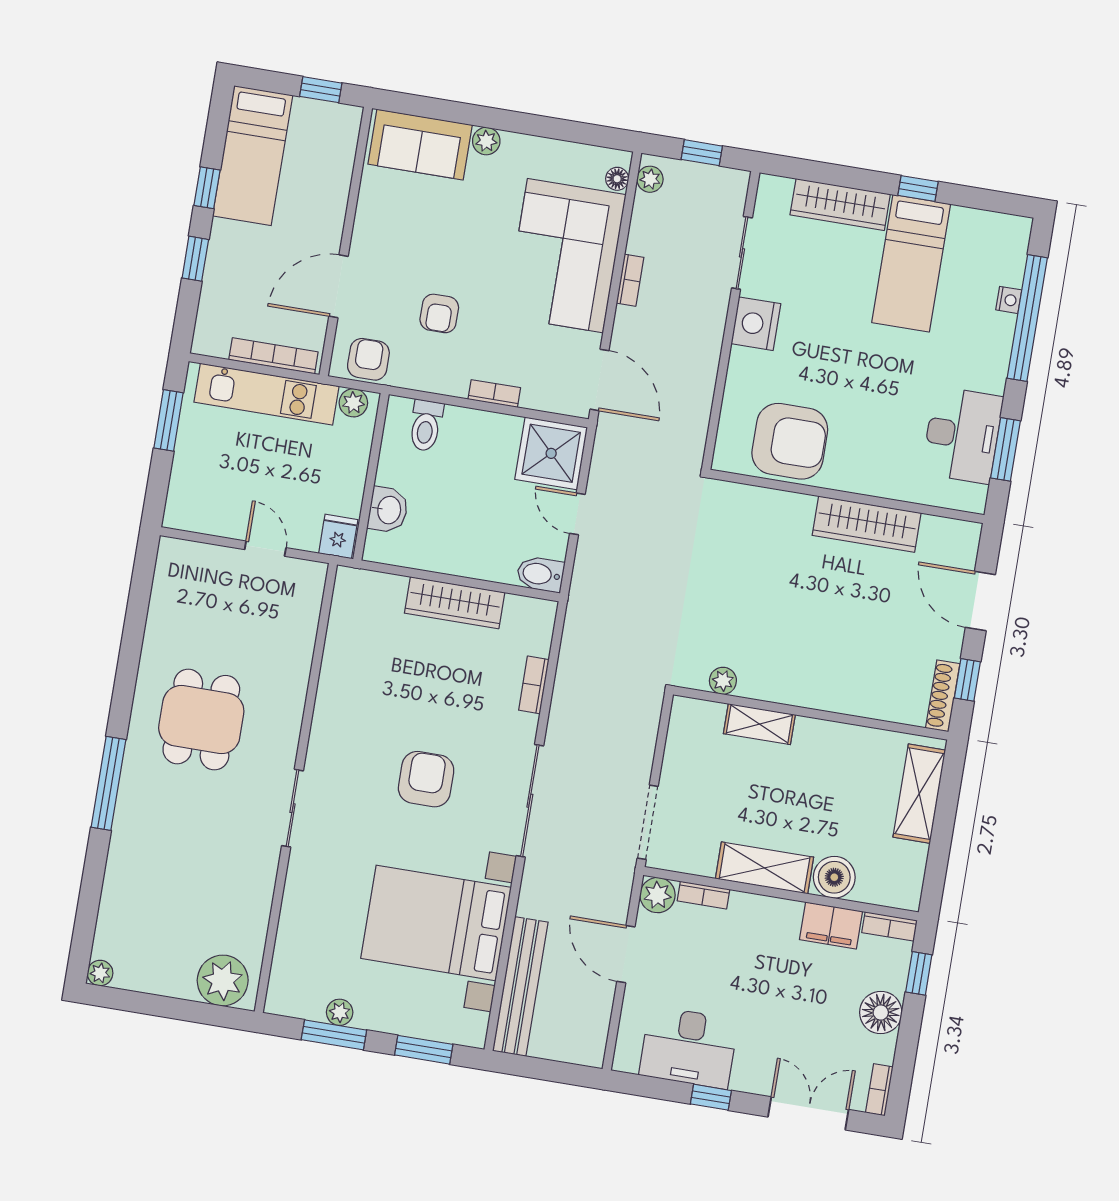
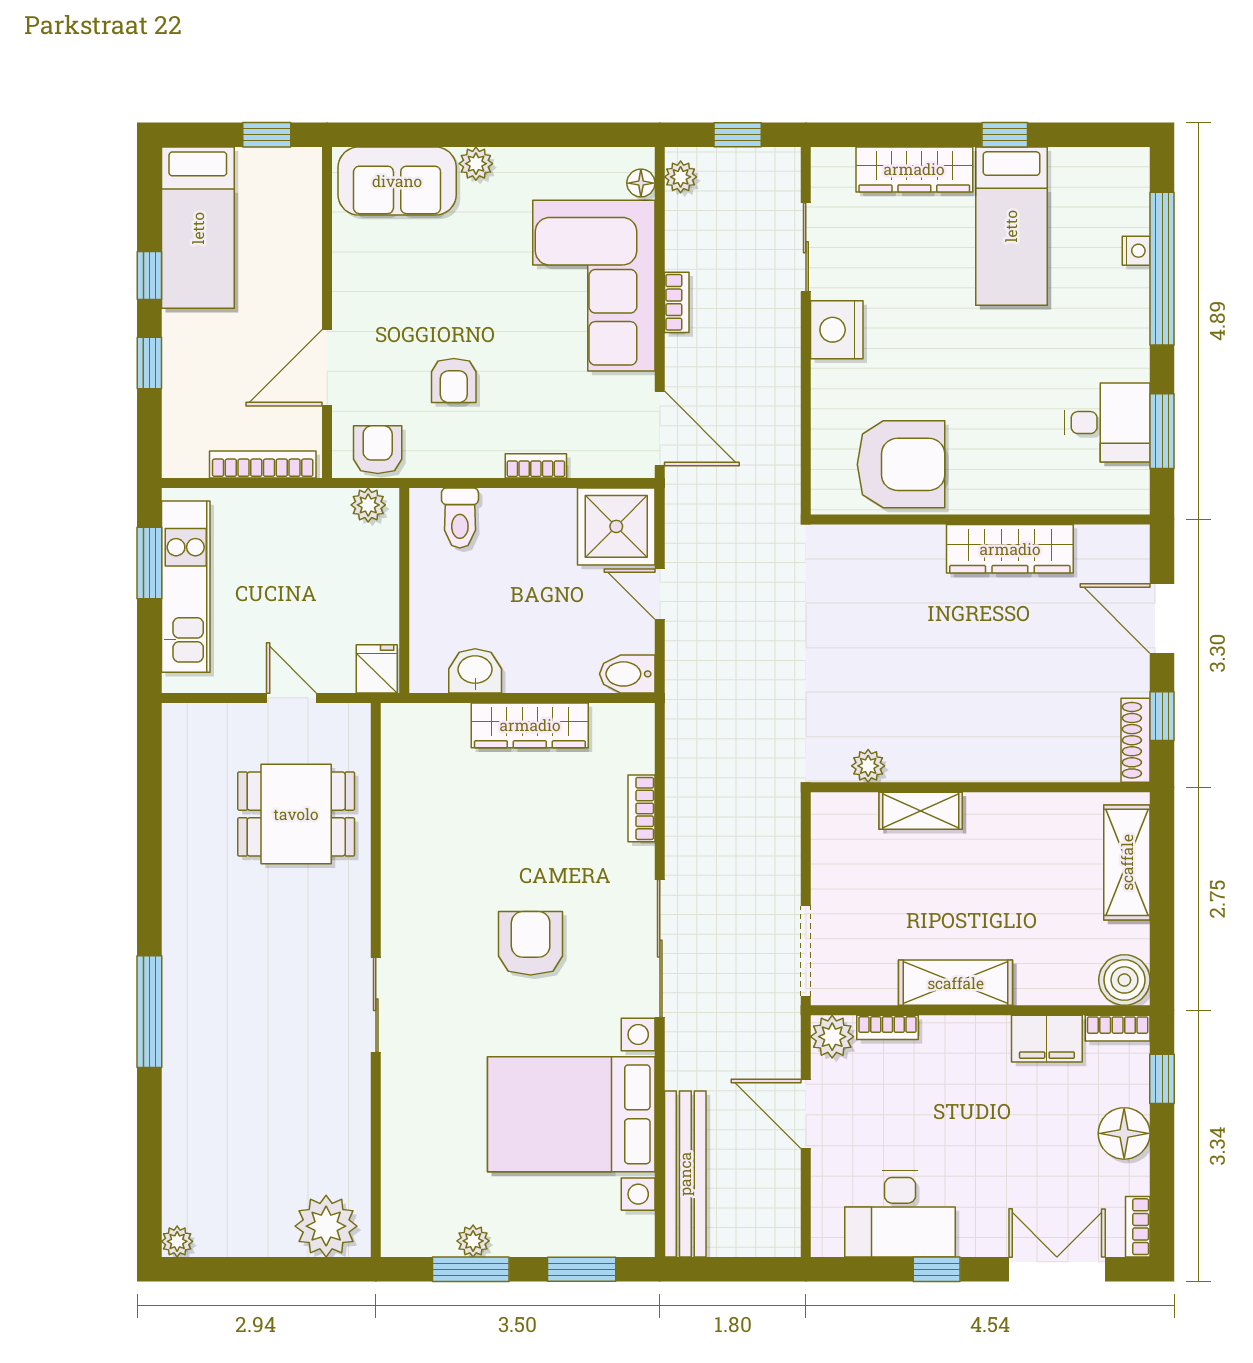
kitchen unit: (266, 394) -> (186, 587), moved, turned -90
desk: (962, 435) -> (1107, 423), width x0.73
washbasin: (388, 510) -> (475, 671), moved, turned -90
dining table: (201, 720) -> (296, 814), moved, turned 90
boiler: (834, 877) -> (1124, 980), moved

